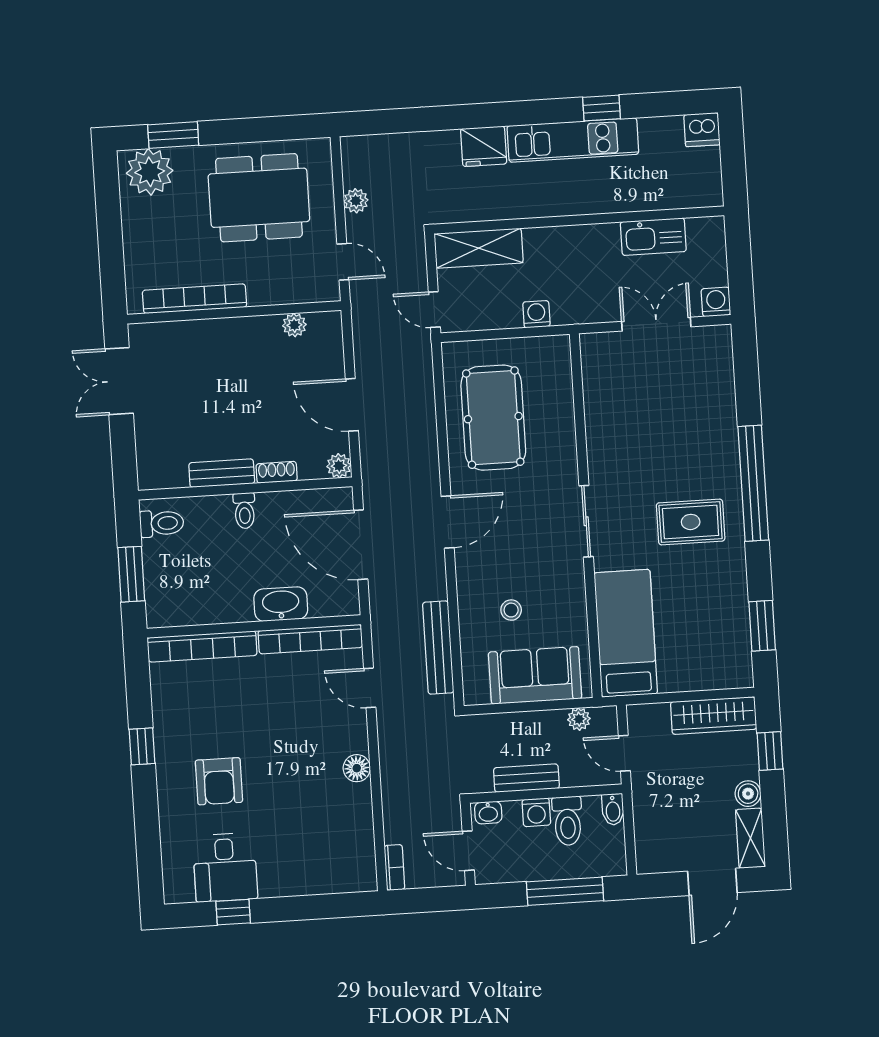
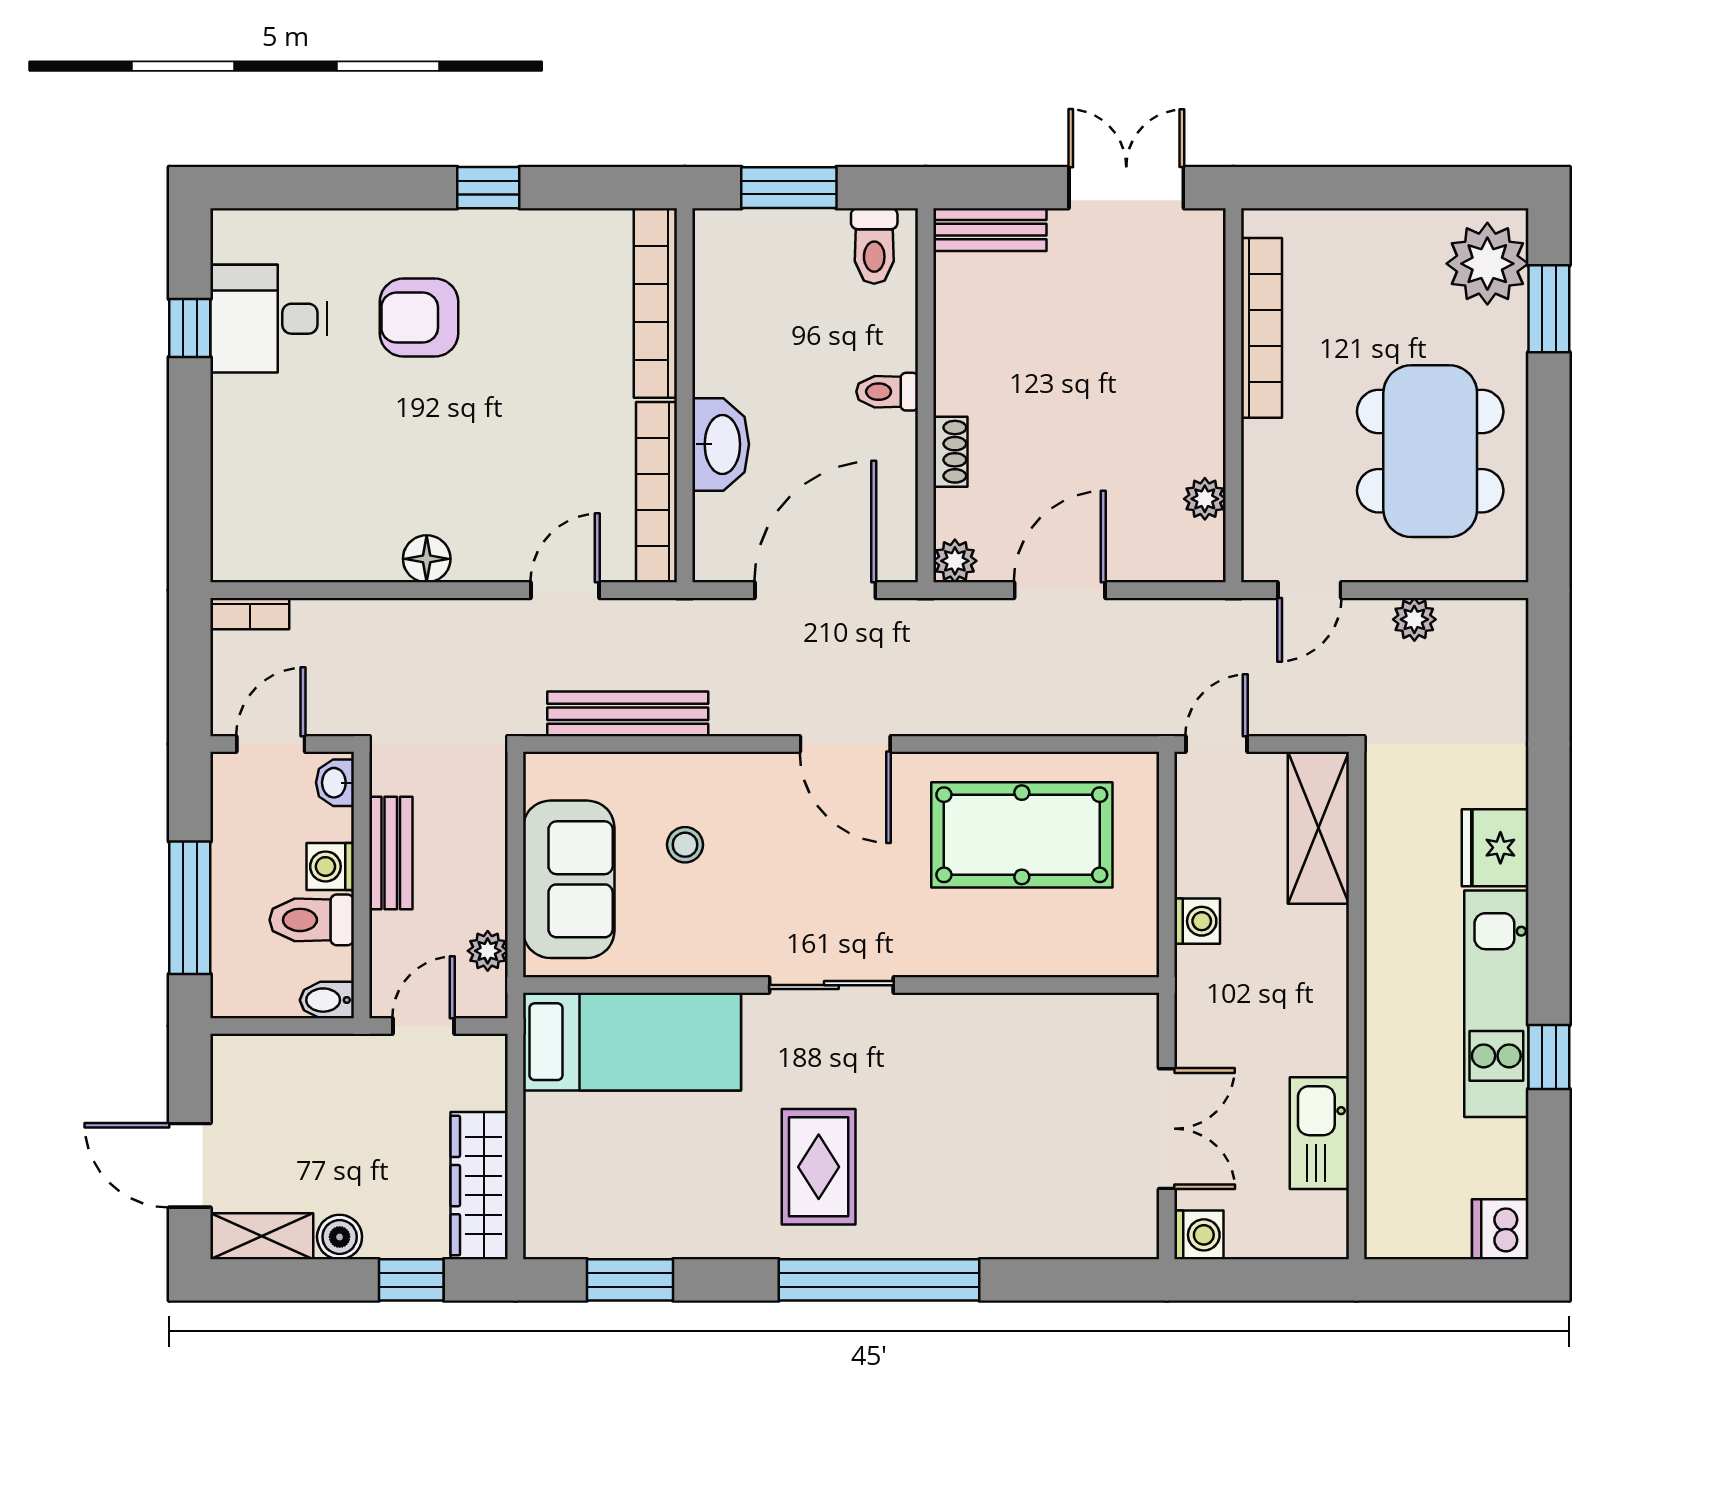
bench: (222, 473) -> (990, 230), moved, turned 90

